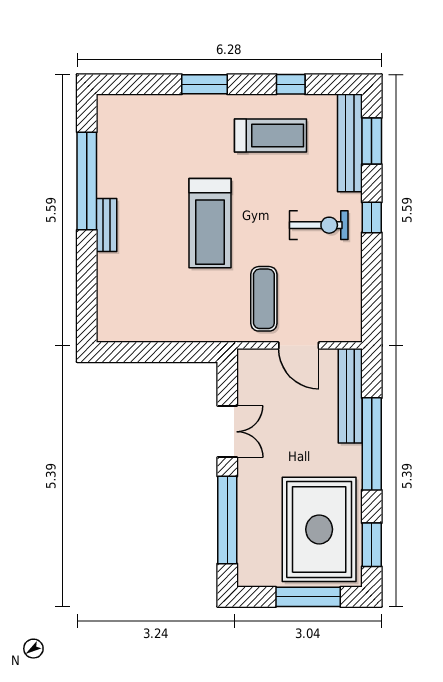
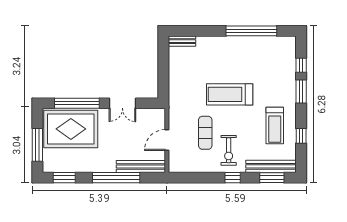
window: (153, 84) -> (301, 65), added
bench: (107, 225) -> (182, 41), moved
exercise mat: (264, 299) -> (205, 133), moved, turned 90
rug: (319, 529) -> (71, 129), moved

